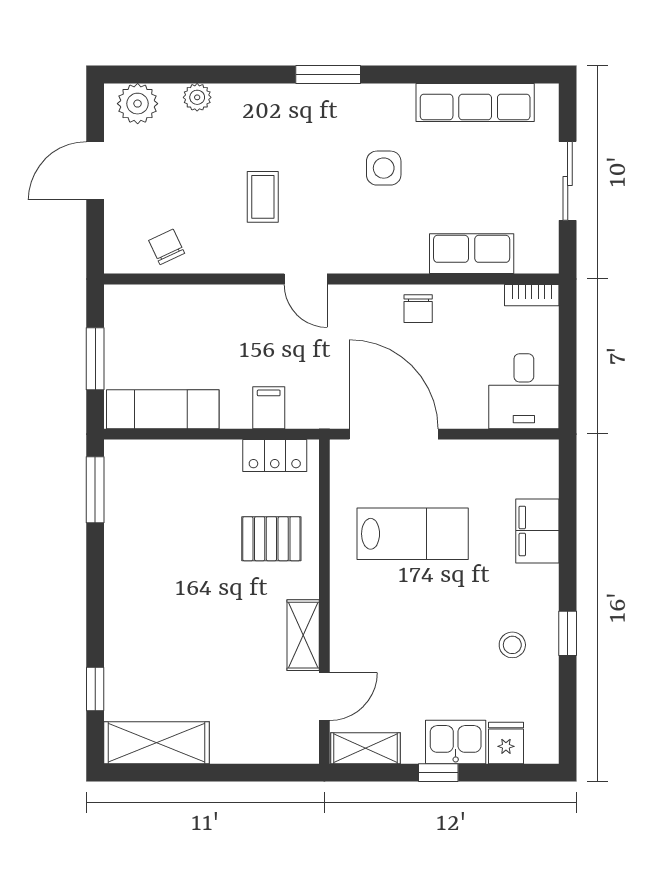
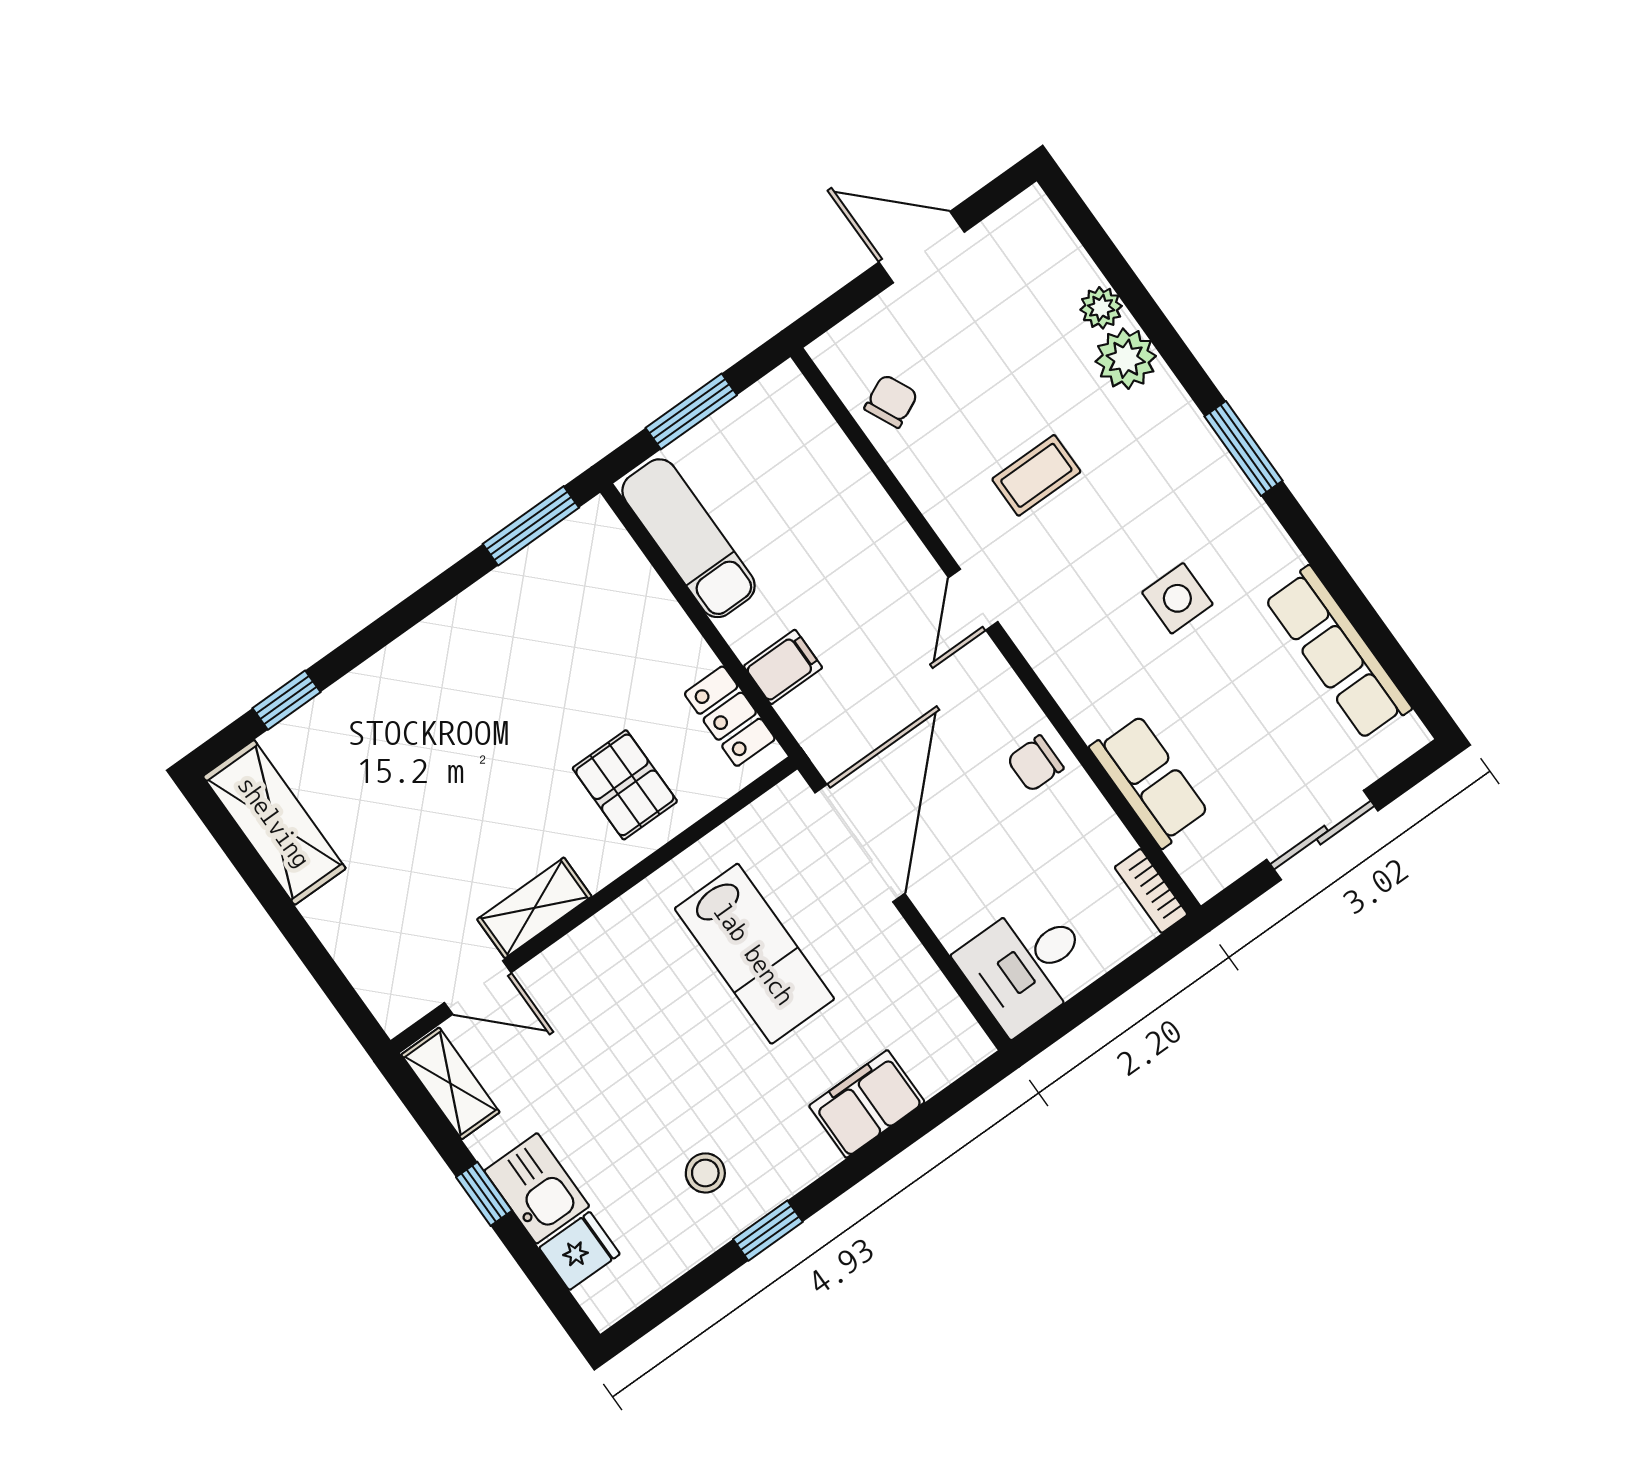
plant: (138, 104) -> (1126, 359), moved

